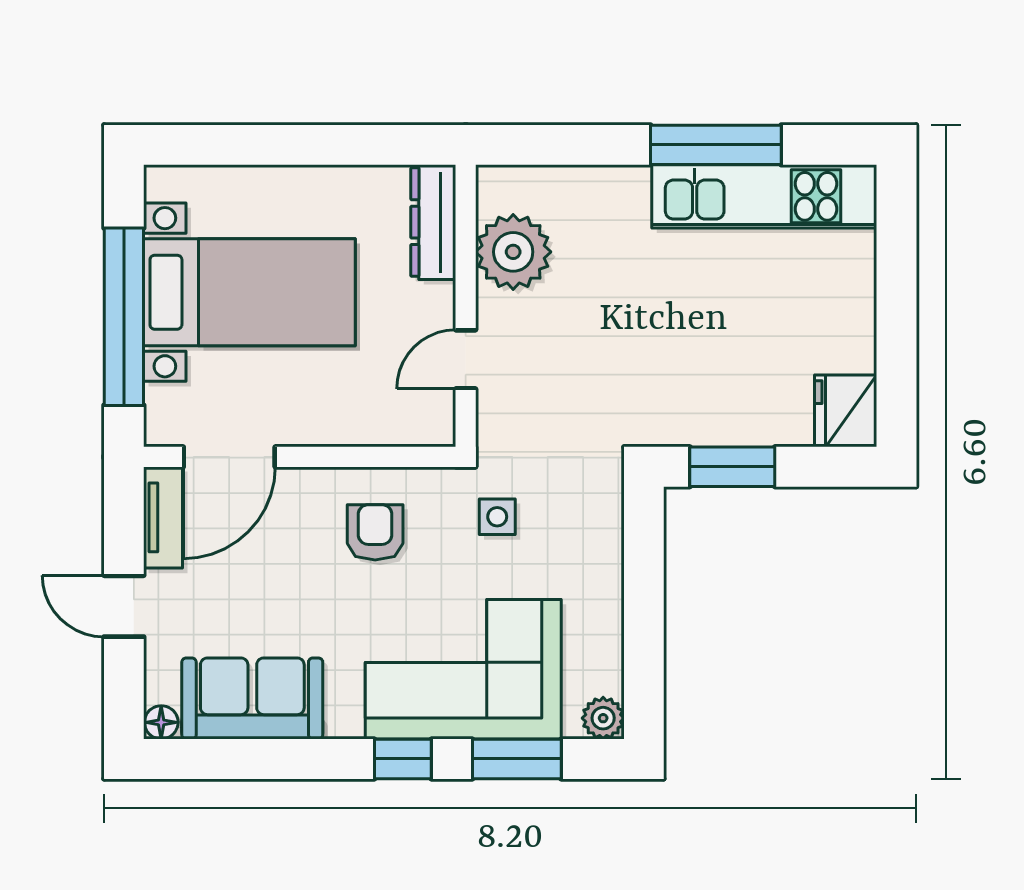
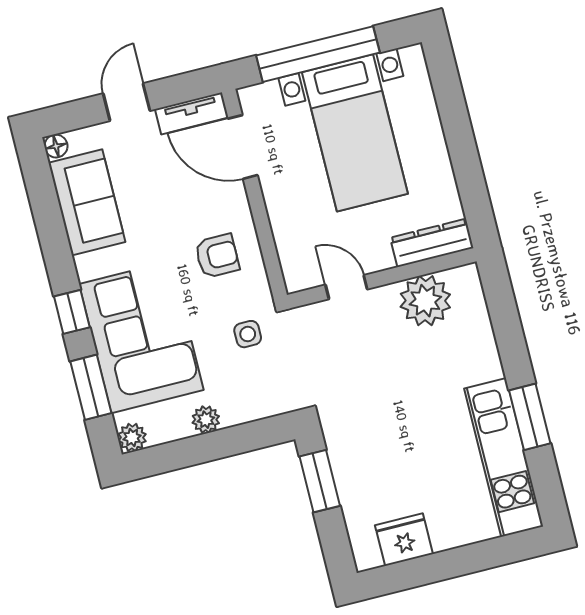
window: (716, 145) -> (530, 417), width x0.69
fridge: (846, 411) -> (404, 540), moved
plant: (604, 607) -> (206, 420), added

